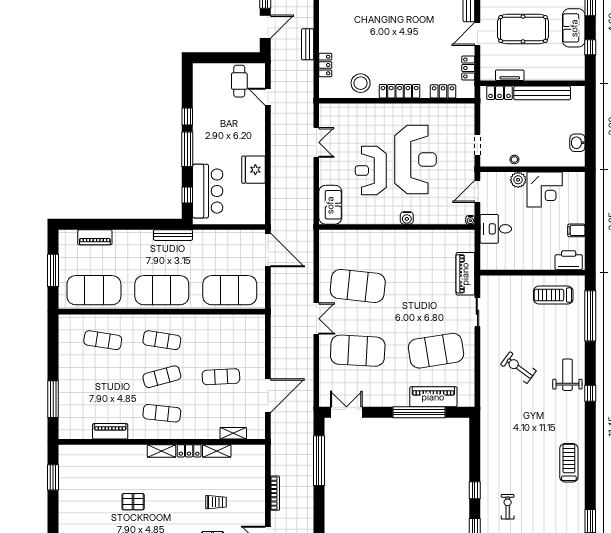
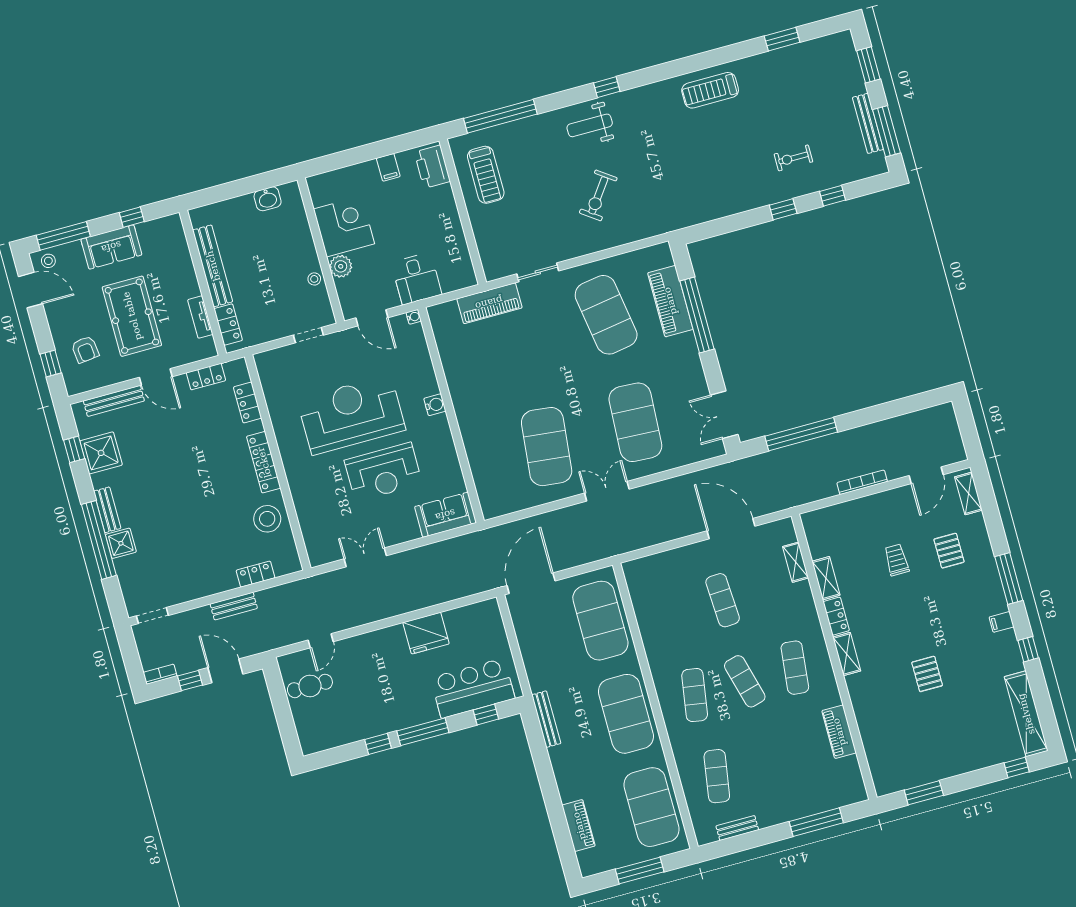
bench: (64, 344) -> (737, 828), added

